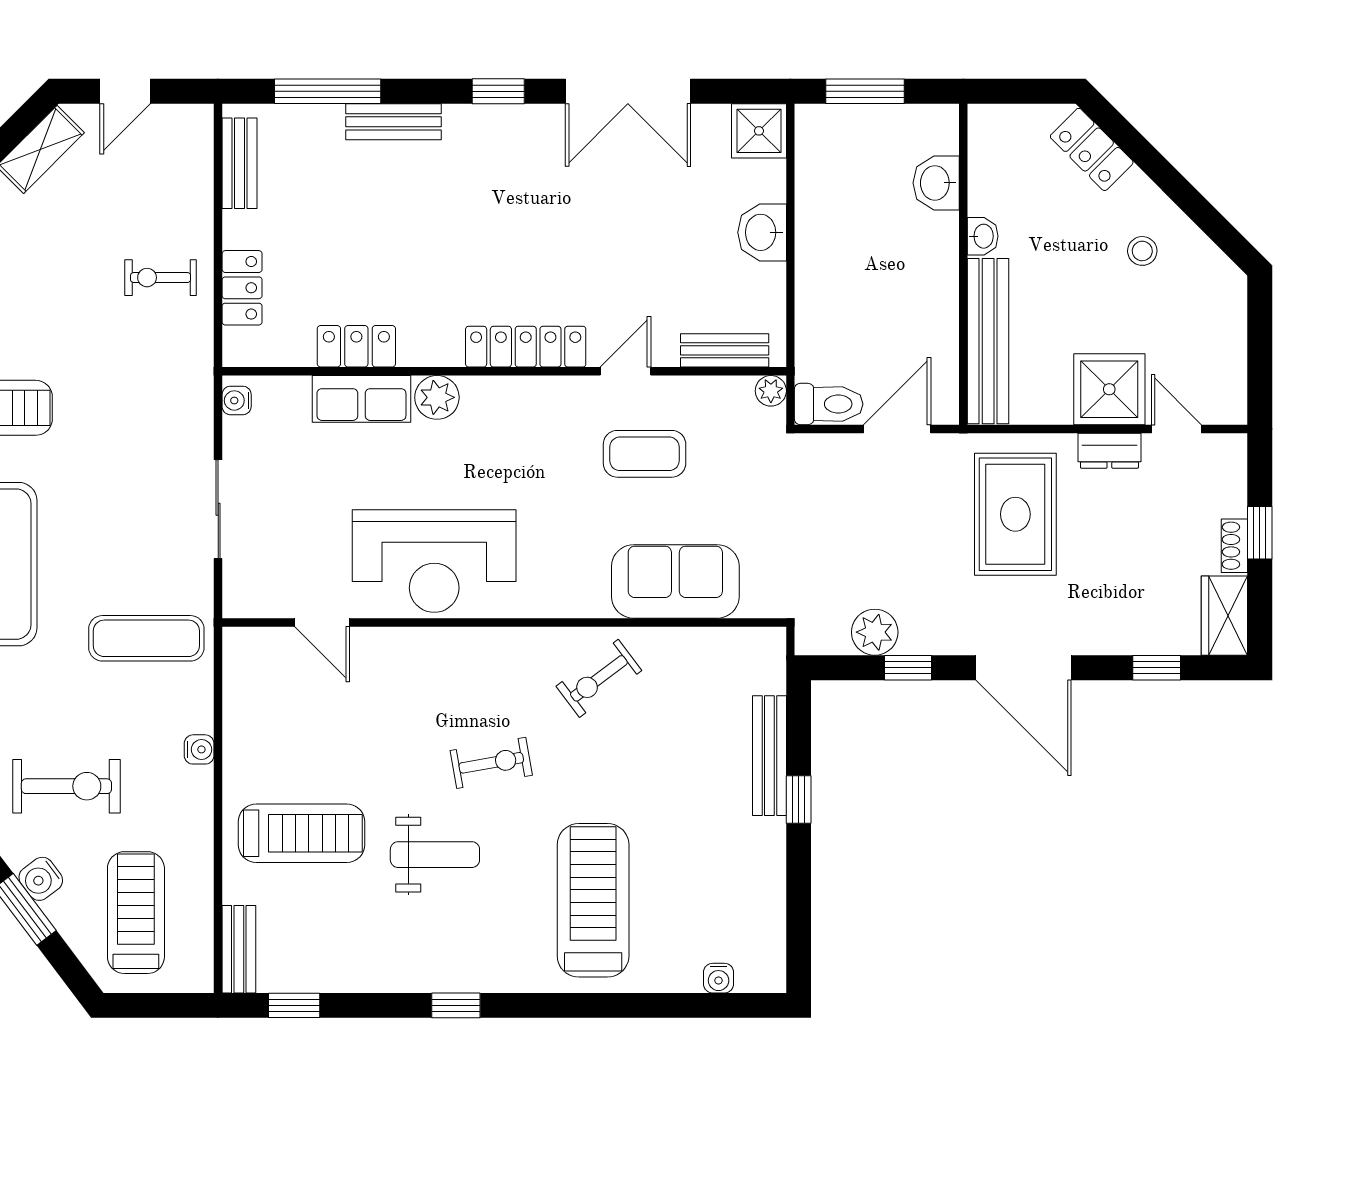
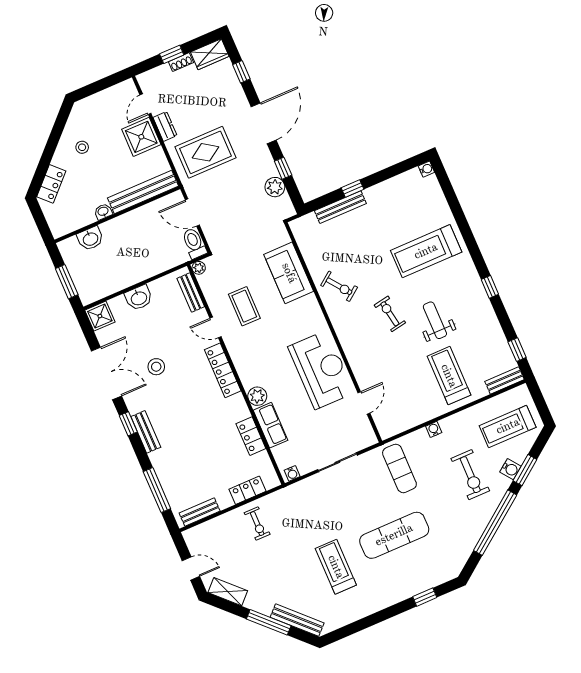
bench: (394, 122) -> (146, 432), moved
stool: (596, 206) -> (156, 367), added
exercise bike: (66, 786) -> (470, 475), turned 180
water cooler: (719, 978) -> (426, 169), moved

